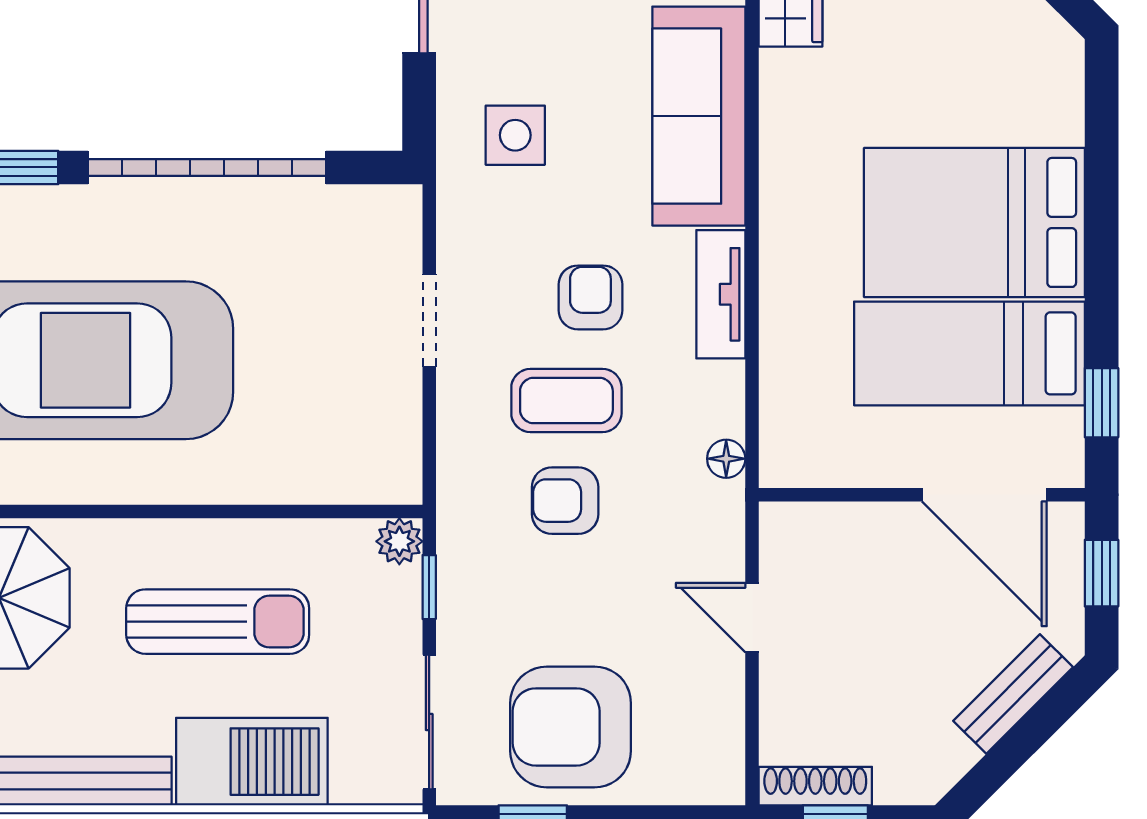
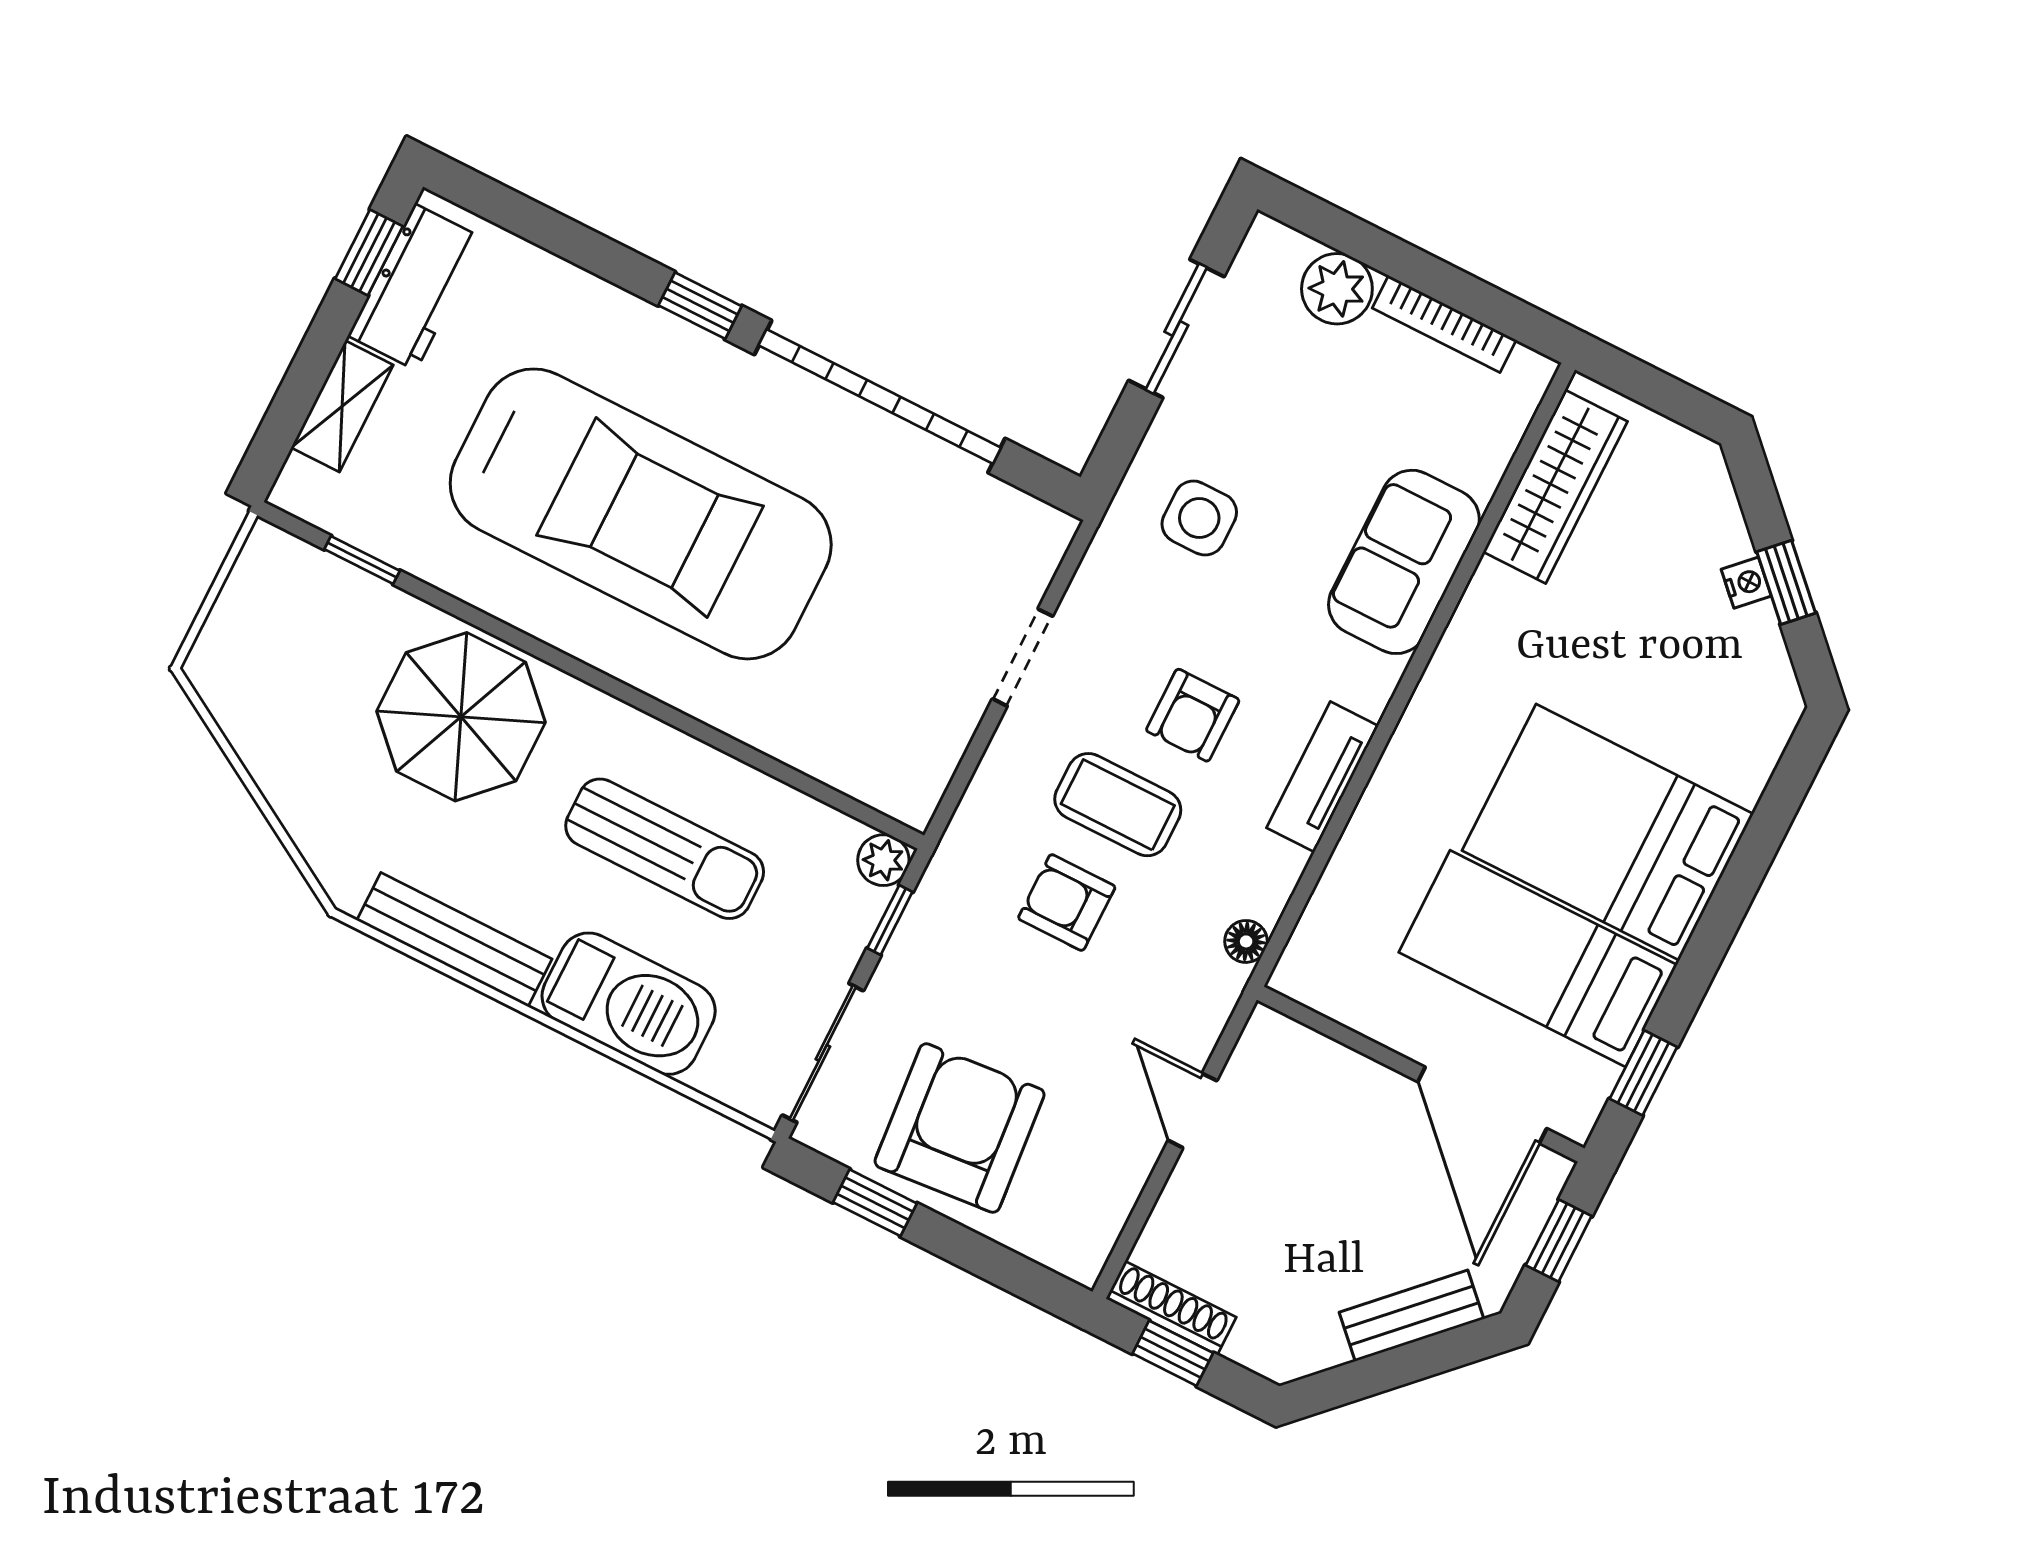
sofa: (699, 116) -> (1404, 562), width x0.73
armchair: (590, 297) -> (1193, 715), turned 180
armchair: (571, 727) -> (960, 1128), turned 85

